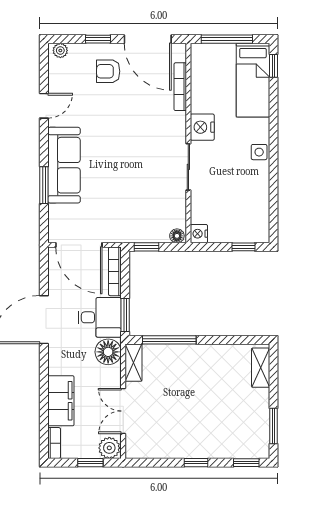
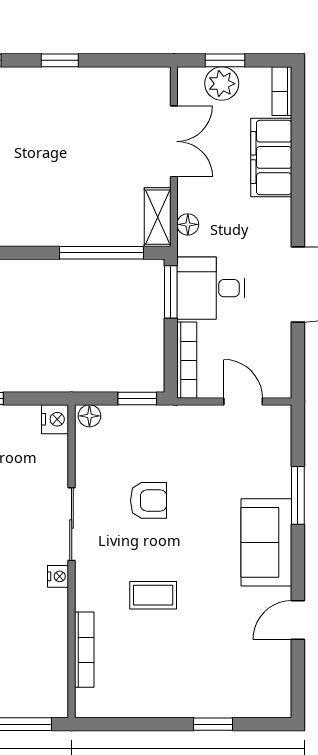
door: (148, 39) -> (135, 724), removed
plant: (60, 50) -> (272, 706), removed
armchair: (108, 71) -> (148, 500), moved
coffee table: (136, 121) -> (153, 595), added
nightstand: (202, 127) -> (58, 576), width x0.53, depth x0.56
sofa: (64, 165) -> (266, 542), width x0.73
door: (79, 245) -> (243, 402), width x0.53
floor lamp: (108, 352) -> (188, 224), width x0.53, depth x0.53
plant: (109, 448) -> (222, 84), moved

